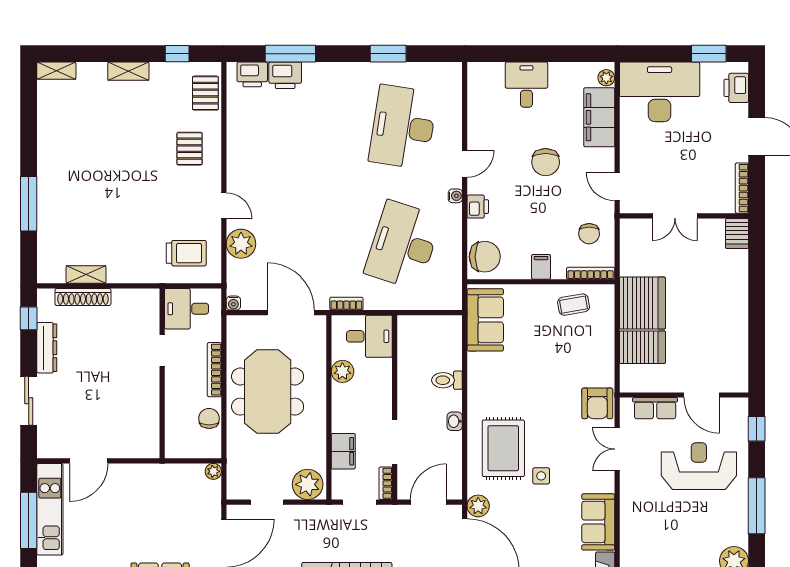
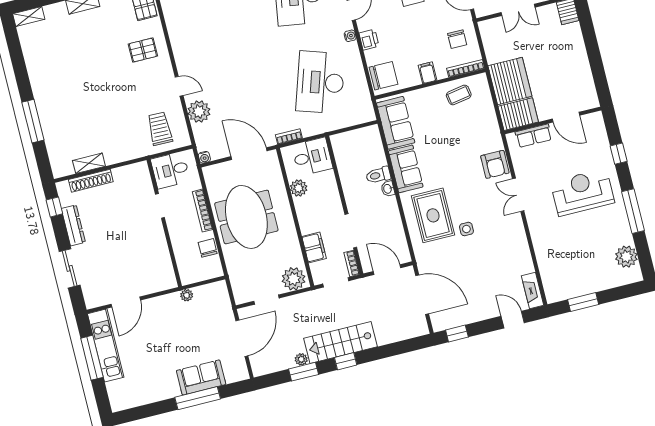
pallet: (190, 149) -> (143, 50), turned 90
trolley: (186, 253) -> (160, 129), turned -89
wall: (684, 395) -> (553, 120), moved
door: (702, 395) -> (566, 117), moved
row of seats: (655, 408) -> (534, 136), moved
washbasin: (455, 421) -> (388, 189), moved
plant: (213, 471) -> (187, 295), moved
door: (428, 502) -> (387, 270), hinge flipped
plant: (478, 506) -> (425, 263), removed
sofa: (598, 522) -> (406, 169), moved, turned 180

